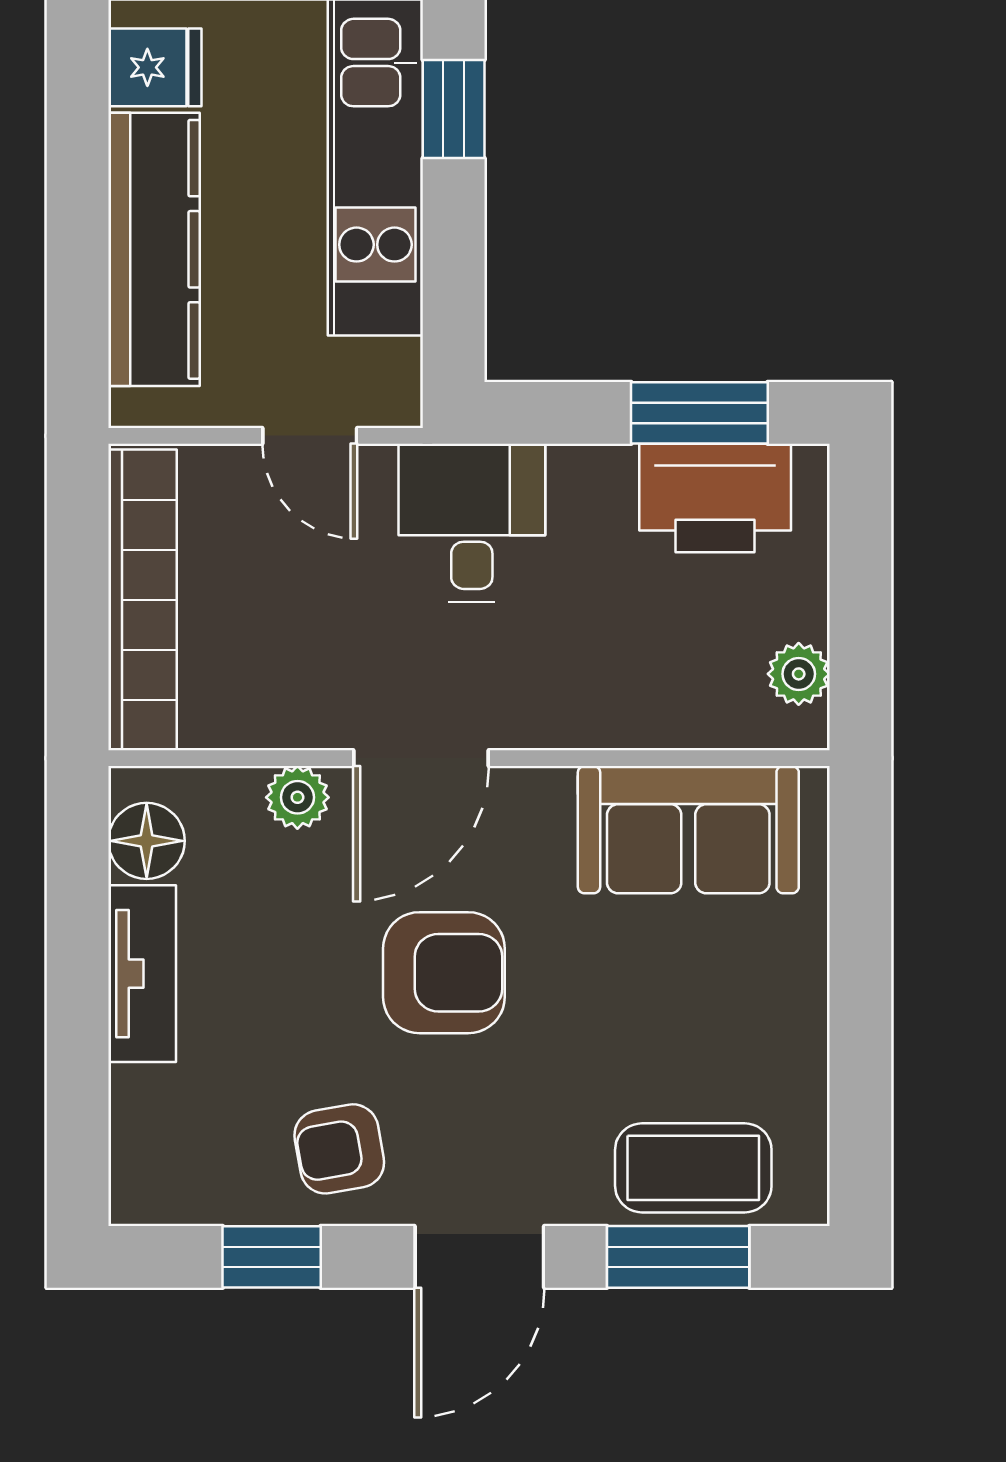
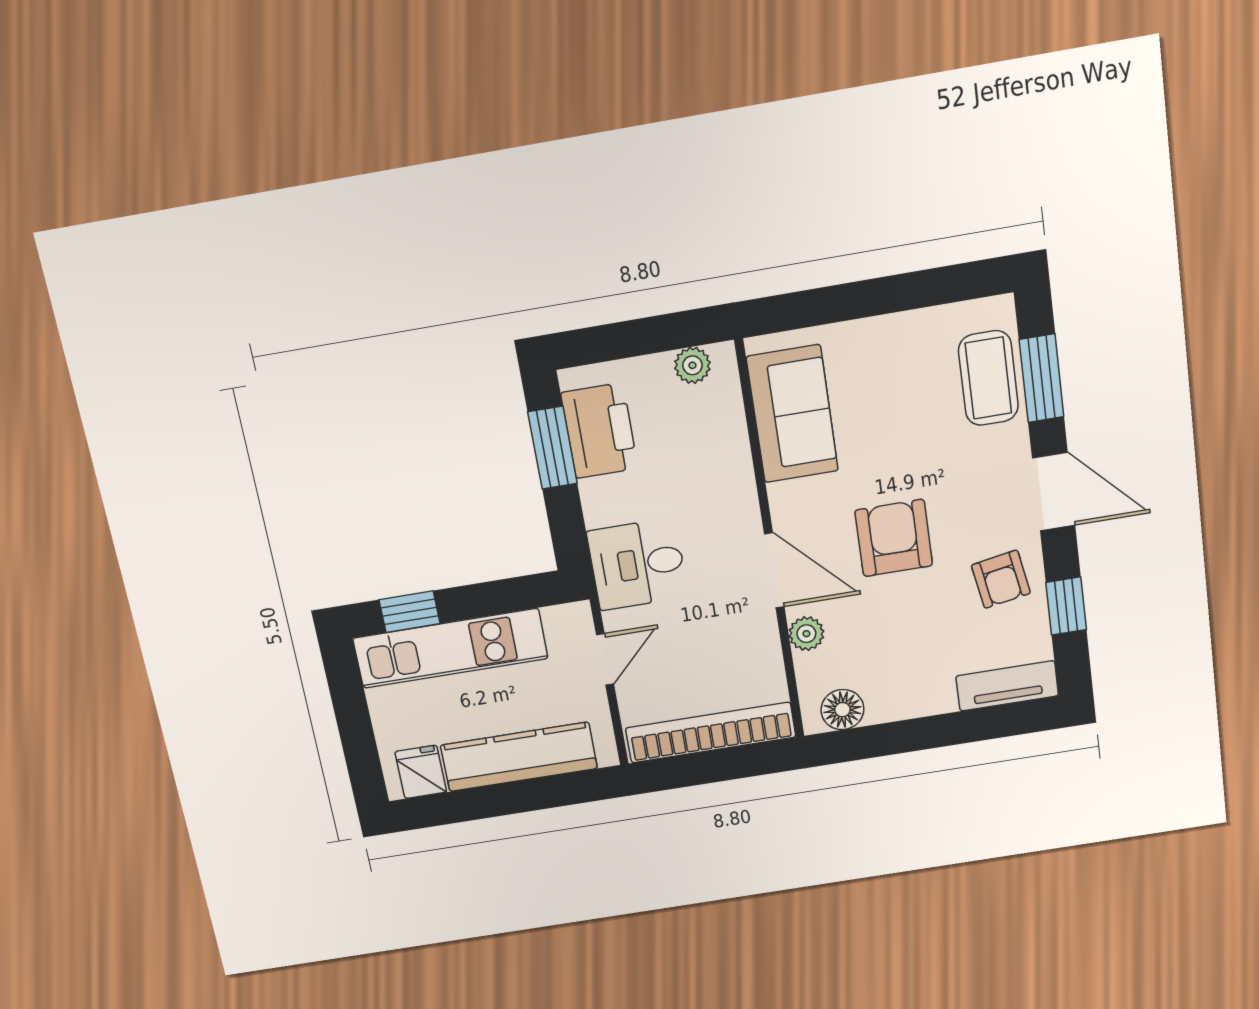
tv unit: (142, 974) -> (1007, 686), moved

